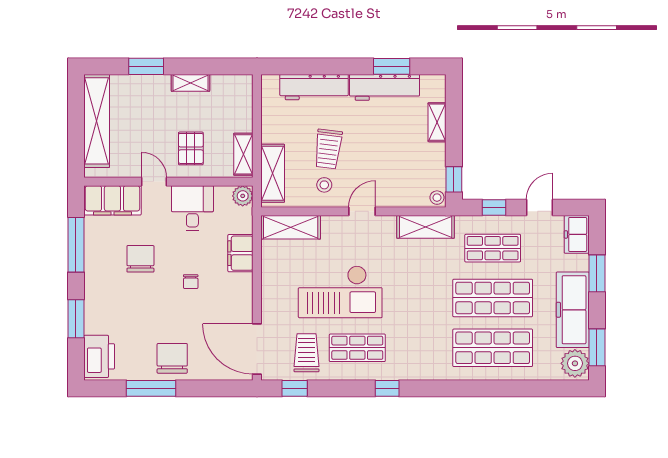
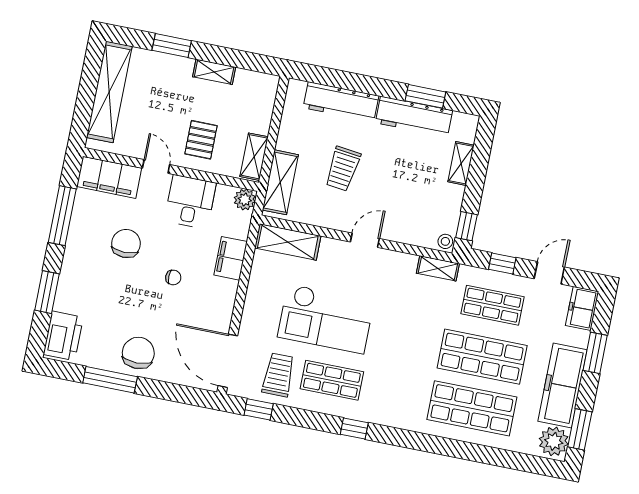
stool: (324, 185) -> (331, 205), removed
shelving: (426, 227) -> (438, 268), width x0.67, depth x0.75
chair: (191, 282) -> (173, 277), turned -90

